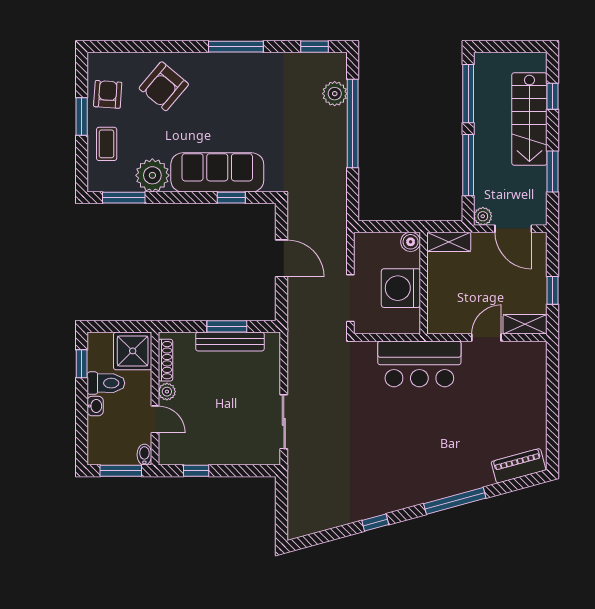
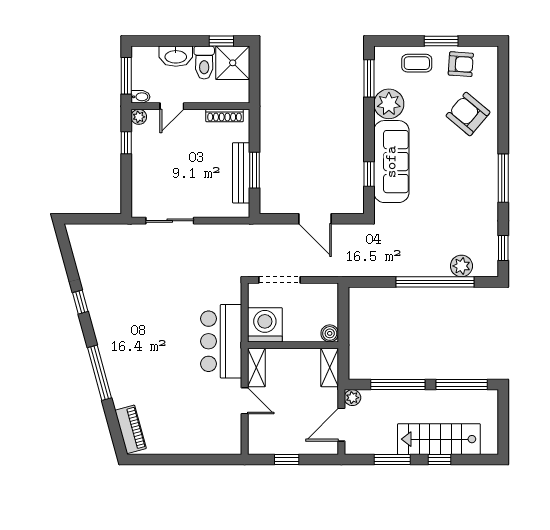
window: (552, 96) -> (439, 460), moved
door: (282, 258) -> (315, 219), hinge flipped
washing machine: (401, 288) -> (265, 325), moved
shelving: (525, 324) -> (256, 368), moved
shower: (133, 351) -> (233, 63), moved
plant: (167, 392) -> (139, 117), moved
washbasin: (95, 406) -> (176, 56), width x1.91, depth x1.45

